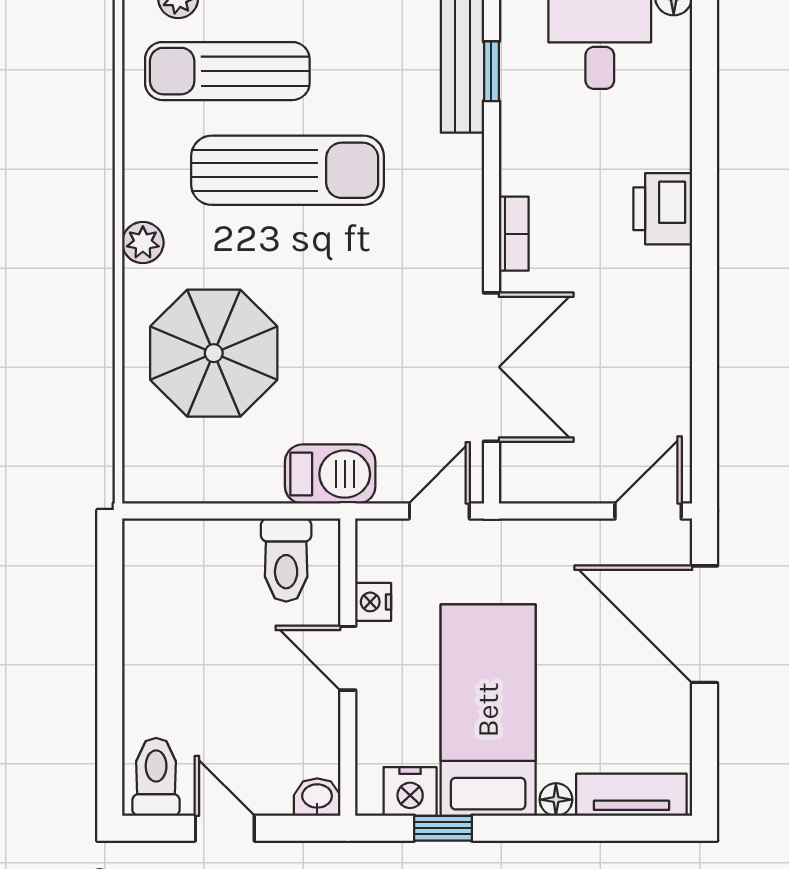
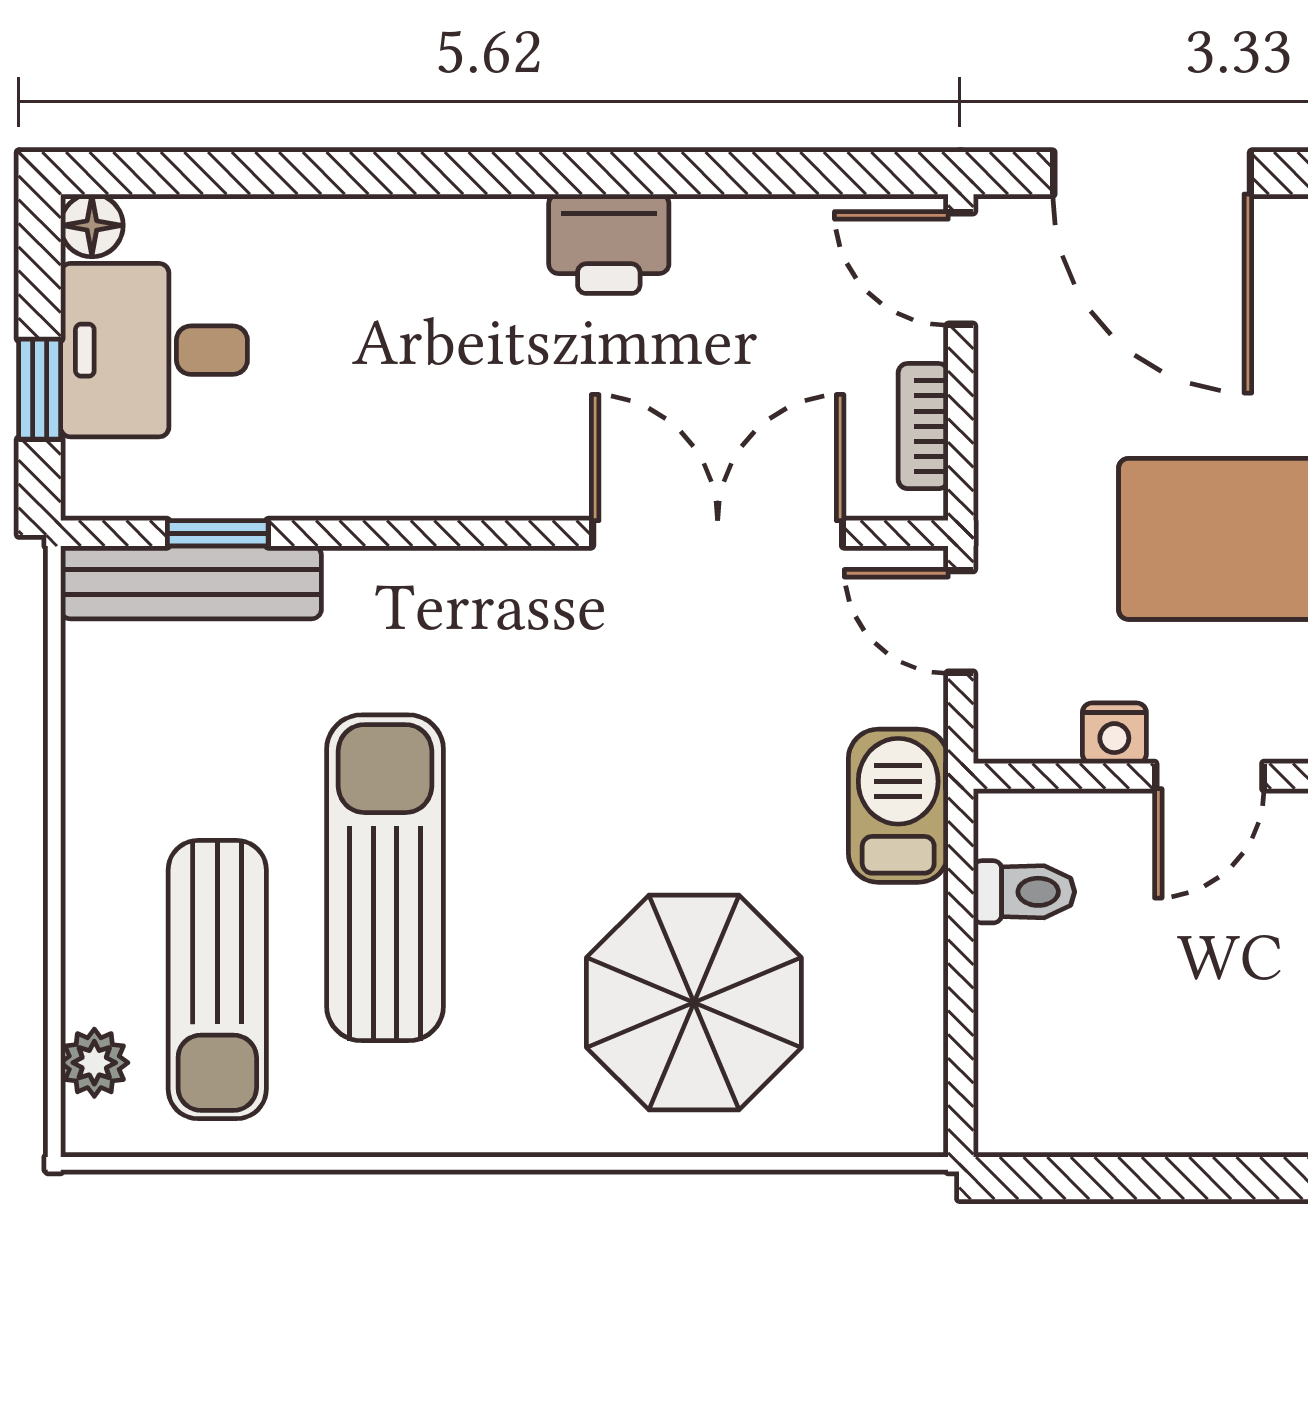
printer: (663, 209) -> (609, 244), moved
bookcase: (514, 234) -> (923, 426), moved, turned -90
plant: (143, 243) -> (507, 1122), removed
toilet: (286, 560) -> (1024, 892), width x0.73, depth x0.72
door: (705, 624) -> (1152, 173), hinge flipped

